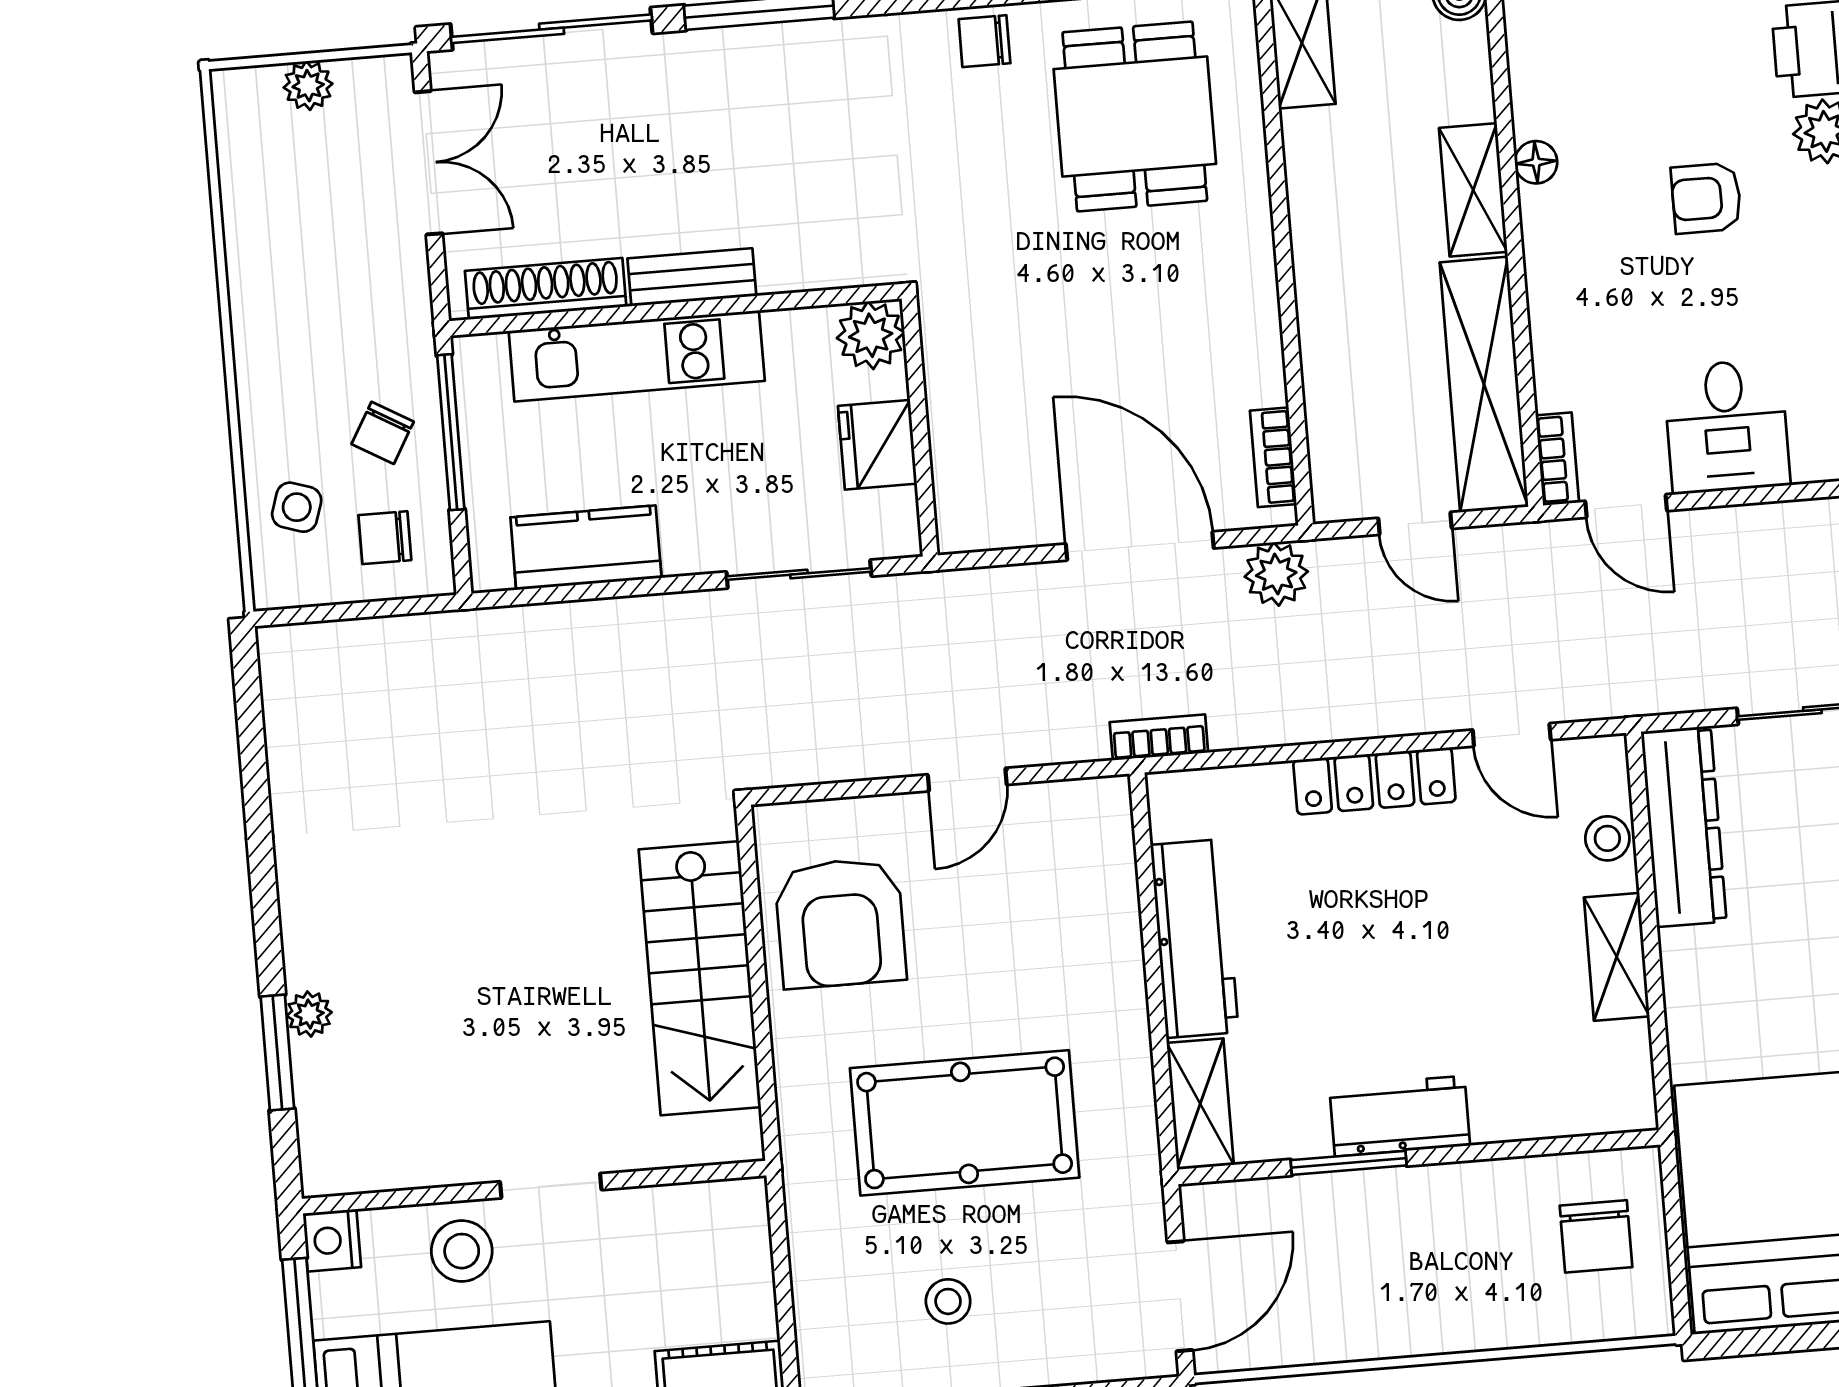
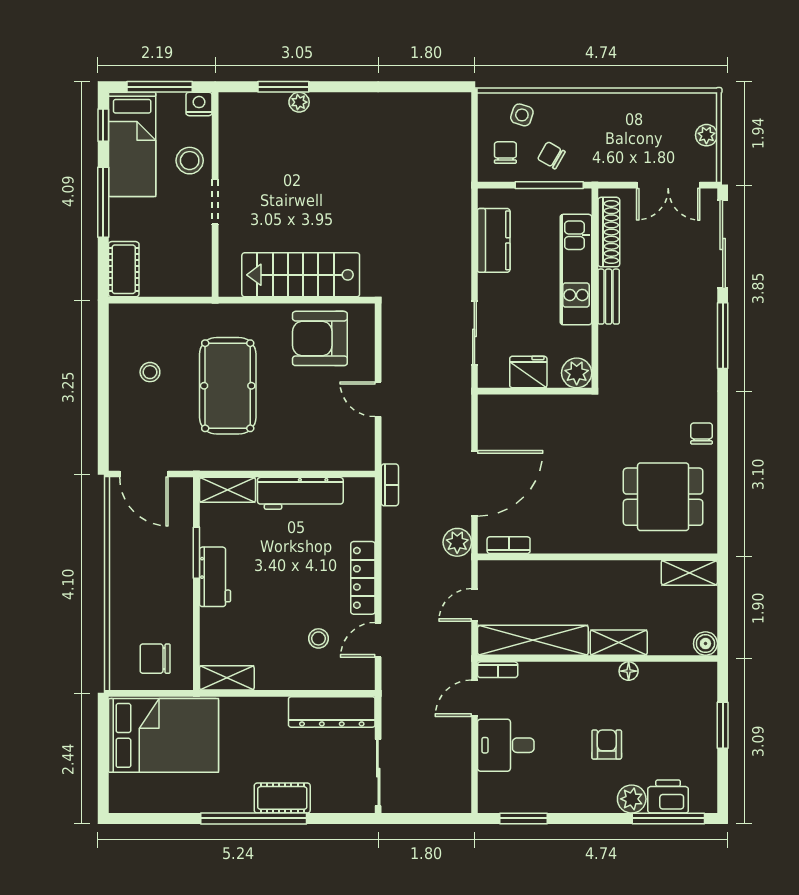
stool: (1607, 838) -> (318, 638), moved
shelving: (1617, 957) -> (227, 678), moved

